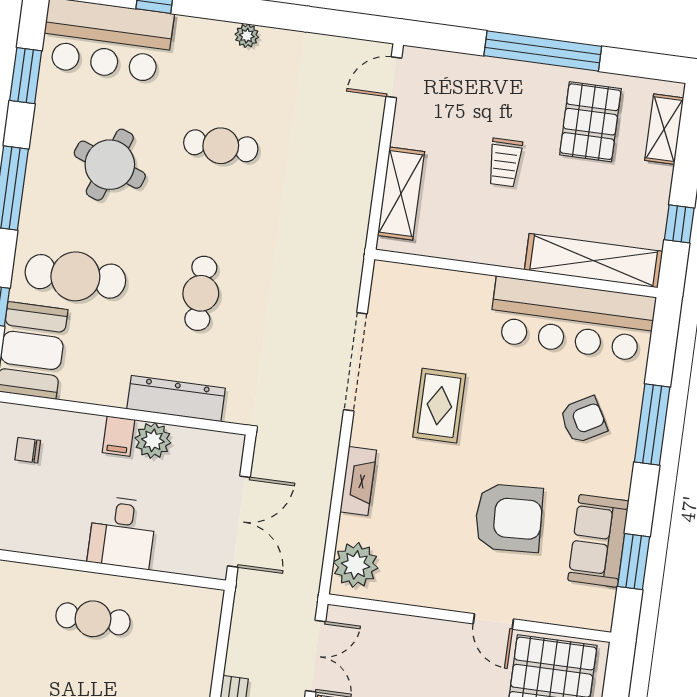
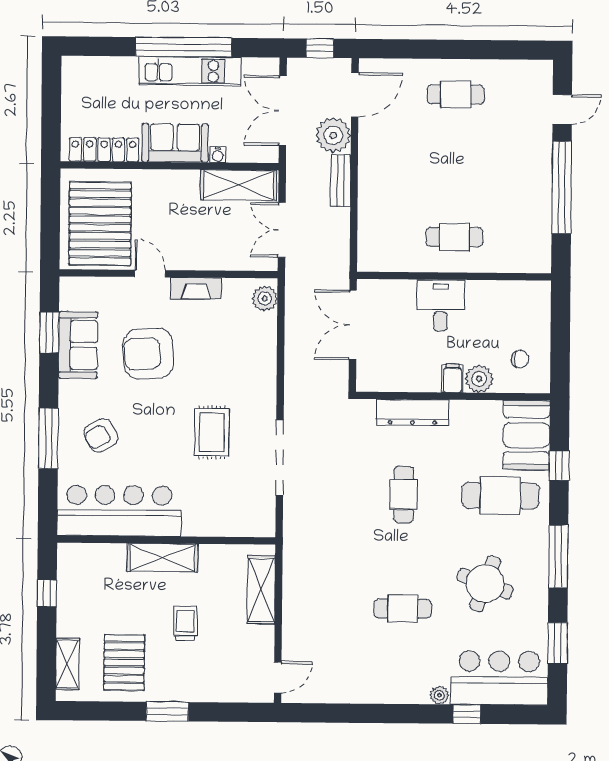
plant: (247, 36) -> (439, 695), moved
window: (543, 51) -> (167, 712), width x0.47
shelving: (594, 261) -> (162, 558), moved, width x0.68
plant: (153, 440) -> (479, 379), moved
fireplace: (358, 481) -> (196, 288), moved, turned -90
plant: (356, 565) -> (265, 299), width x0.73, depth x0.73

